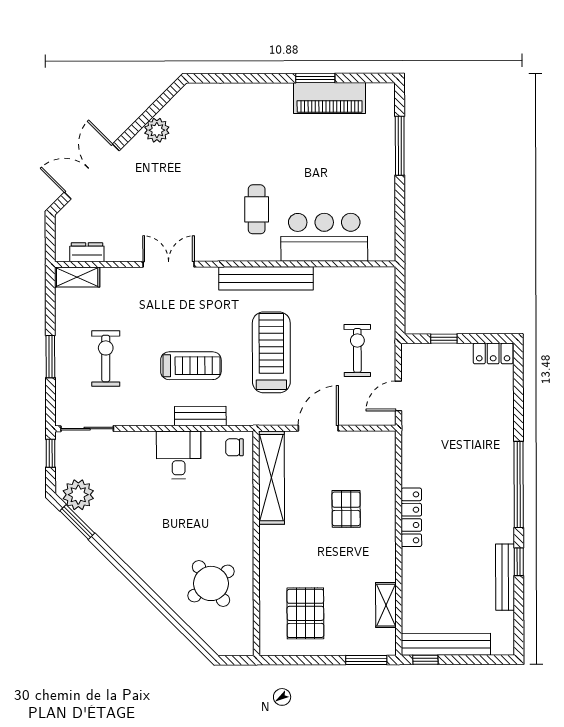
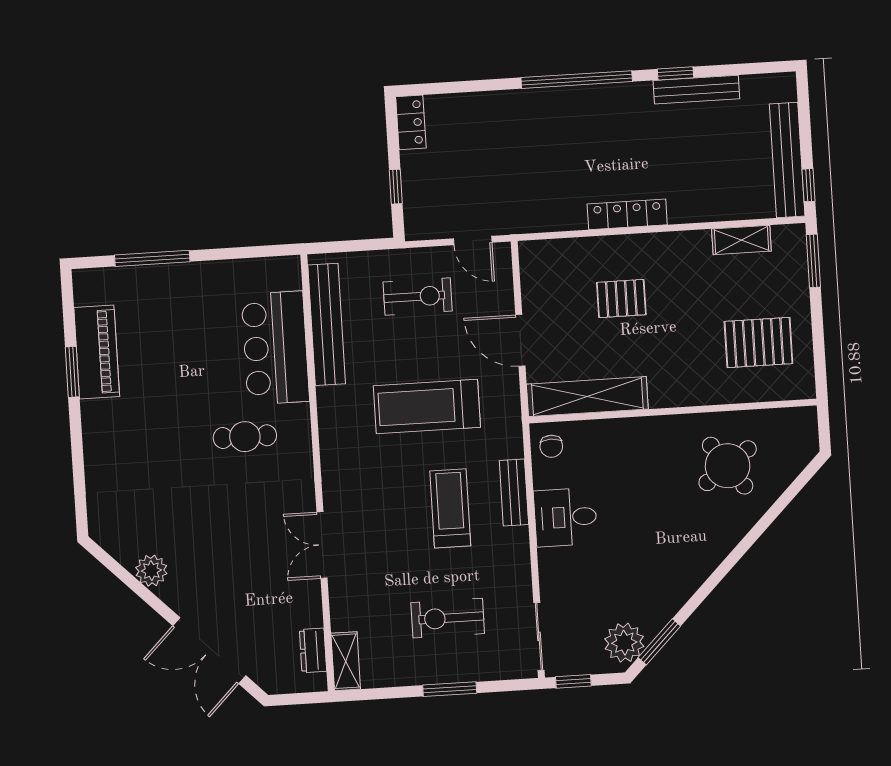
bench: (266, 278) -> (327, 324), moved
exercise bike: (357, 350) -> (418, 297), turned 180

